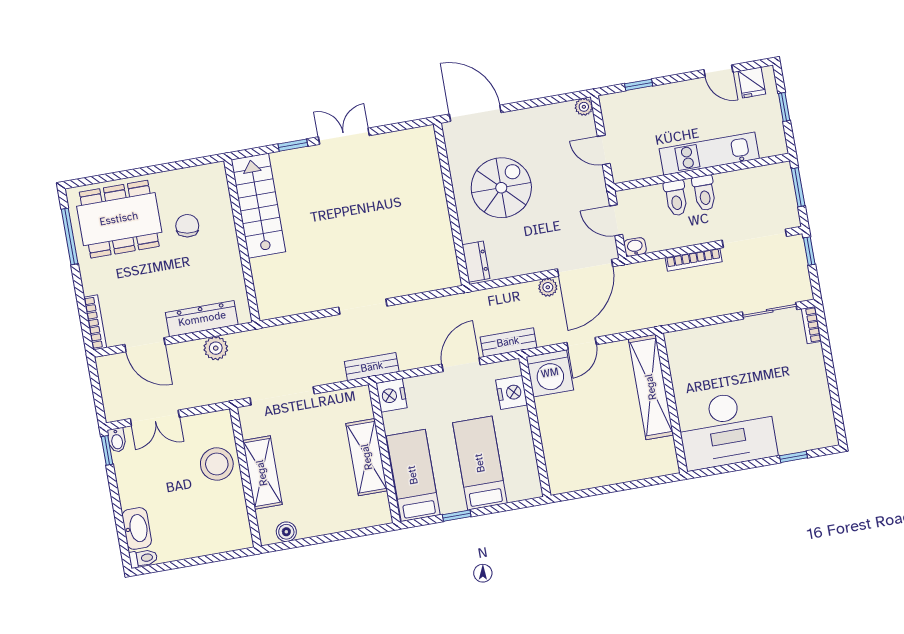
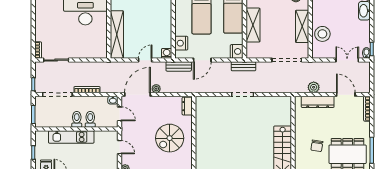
washing machine: (550, 373) -> (167, 53), width x0.53, depth x0.53

